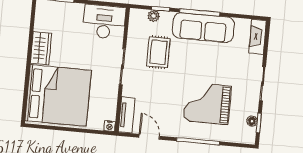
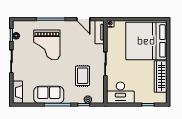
sofa: (203, 28) -> (49, 95), width x0.73
wardrobe: (41, 48) -> (161, 77), width x1.50
grand piano: (207, 103) -> (47, 45), turned 90

